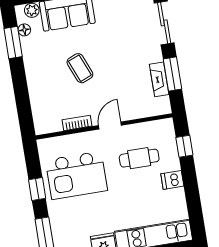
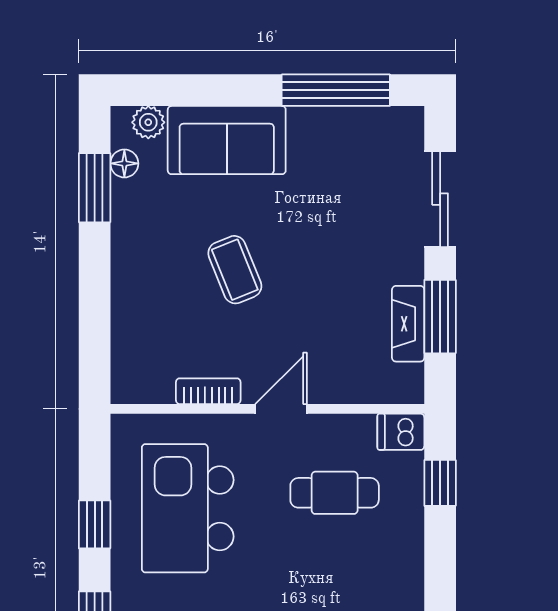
kitchen island: (76, 175) -> (188, 508), turned 90
dishwasher: (172, 180) -> (401, 432), moved

